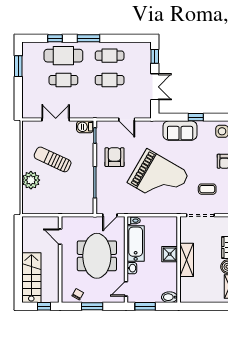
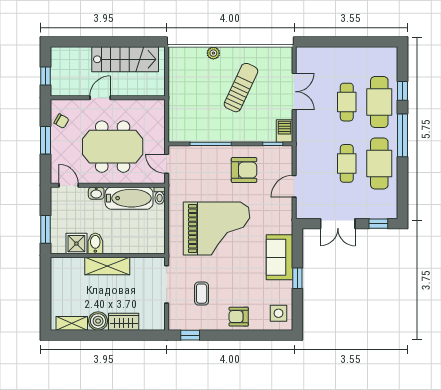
window: (88, 38) -> (403, 135), width x1.44
cafe table: (110, 56) -> (379, 163), width x1.37, depth x1.35
window: (18, 66) -> (365, 42), removed
grand piano: (158, 178) -> (217, 228), turned -120
plant: (31, 180) -> (213, 53), width x0.53, depth x0.53
door: (60, 237) -> (100, 98), moved
shower: (170, 254) -> (76, 244), moved
stairs: (31, 278) -> (125, 59), moved
bidet: (170, 297) -> (95, 243), moved
window: (145, 306) -> (45, 229), moved

